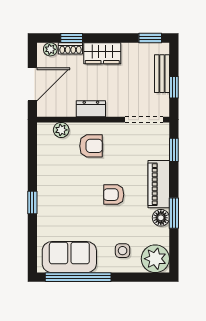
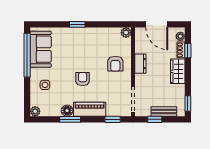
plant: (61, 130) -> (126, 33), moved
plant: (155, 259) -> (35, 111), width x0.53, depth x0.53

